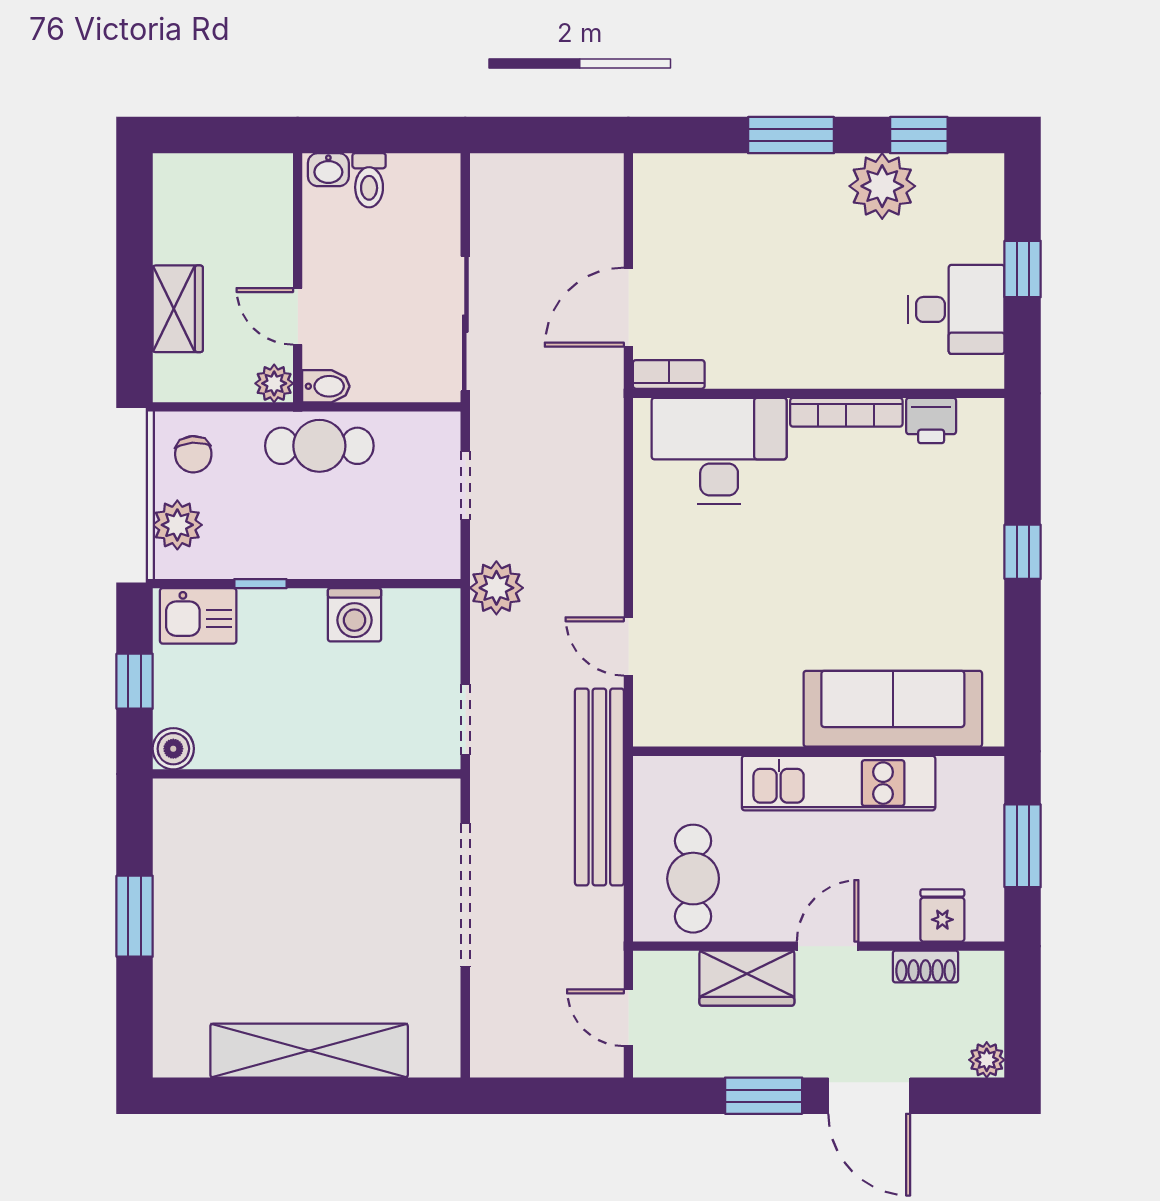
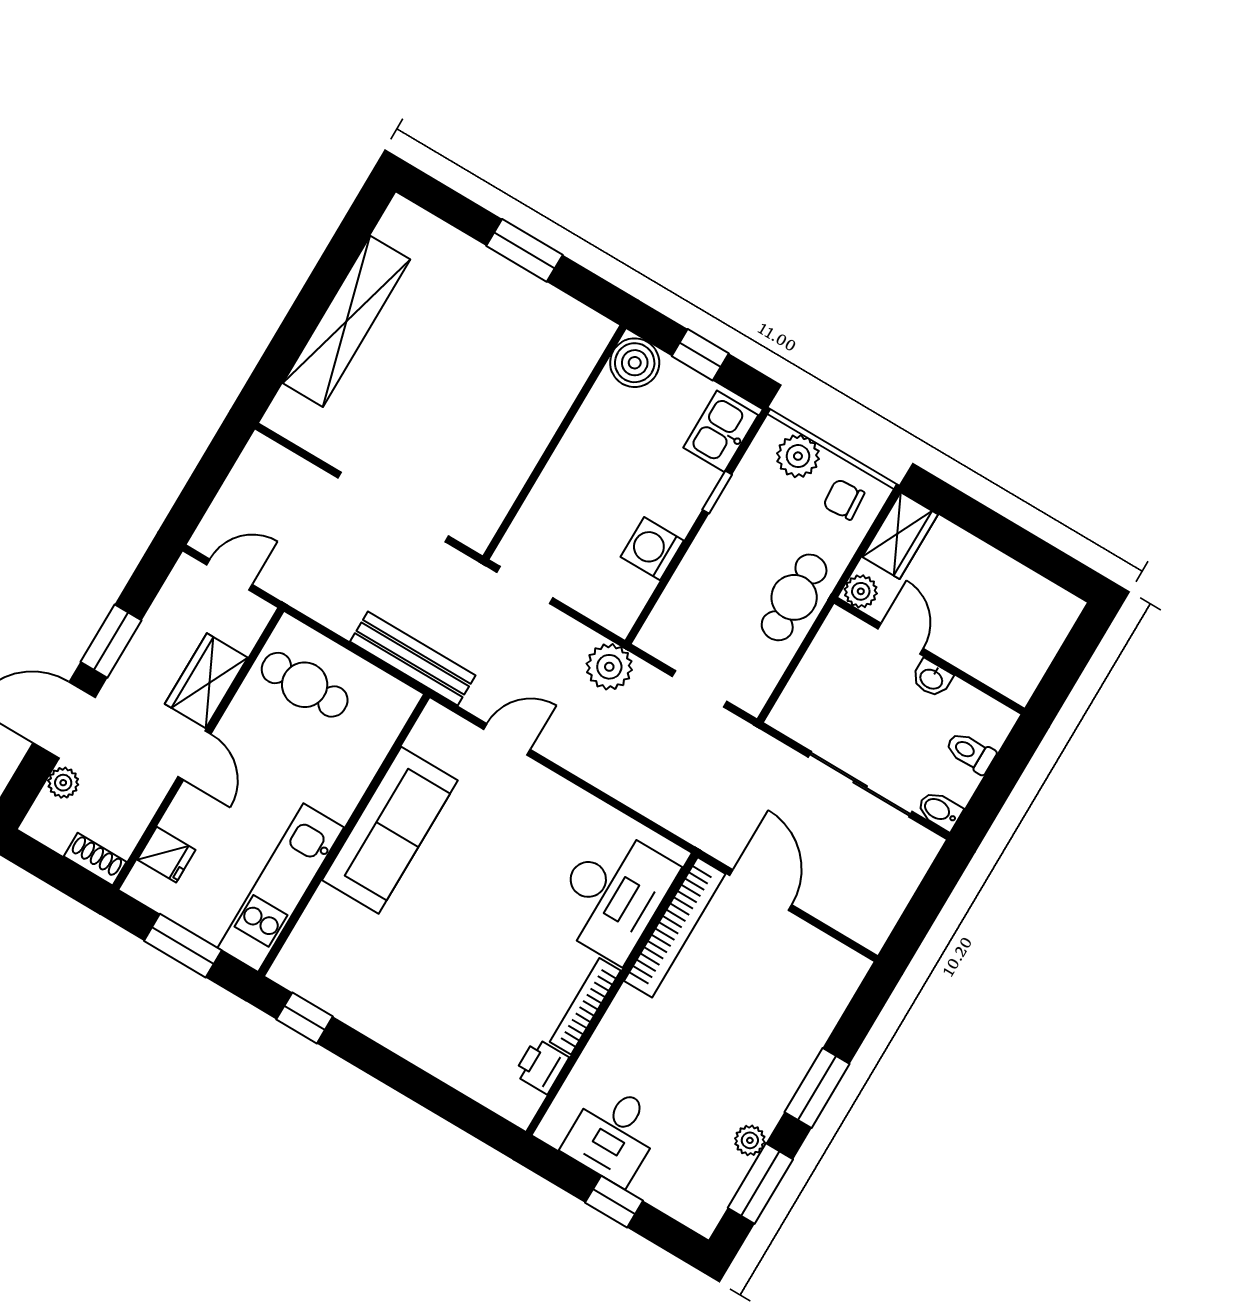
window: (919, 135) -> (760, 1184), width x1.50
washbasin: (328, 170) -> (932, 678), moved, turned -90
plant: (882, 186) -> (750, 1140), width x0.53, depth x0.53
wardrobe: (178, 309) -> (900, 536), moved, turned -90
door: (298, 316) -> (901, 639), hinge flipped
sliding door: (465, 324) -> (860, 784), moved
bookcase: (669, 374) -> (675, 927), width x2.31, depth x1.31
bidet: (326, 386) -> (940, 810), moved, turned 90
window: (1023, 552) -> (305, 1018), moved
sofa: (893, 709) -> (390, 830), moved
boiler: (173, 749) -> (635, 363), width x1.36, depth x1.36
kitchen unit: (839, 783) -> (281, 888), moved
bench: (599, 787) -> (413, 659), width x0.73, depth x0.82
shoe rack: (925, 967) -> (95, 859), moved, turned 90
plant: (987, 1060) -> (63, 783), moved

